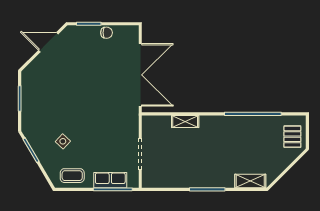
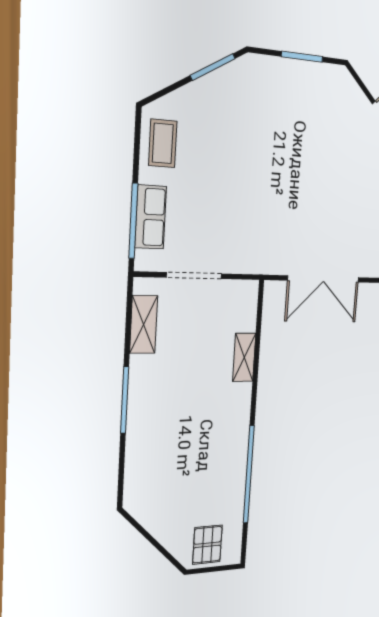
double door: (140, 75) -> (324, 279), width x0.73
pallet: (292, 137) -> (207, 545), turned 90
side table: (63, 141) -> (225, 131), removed
shelving: (250, 181) -> (144, 324), moved

